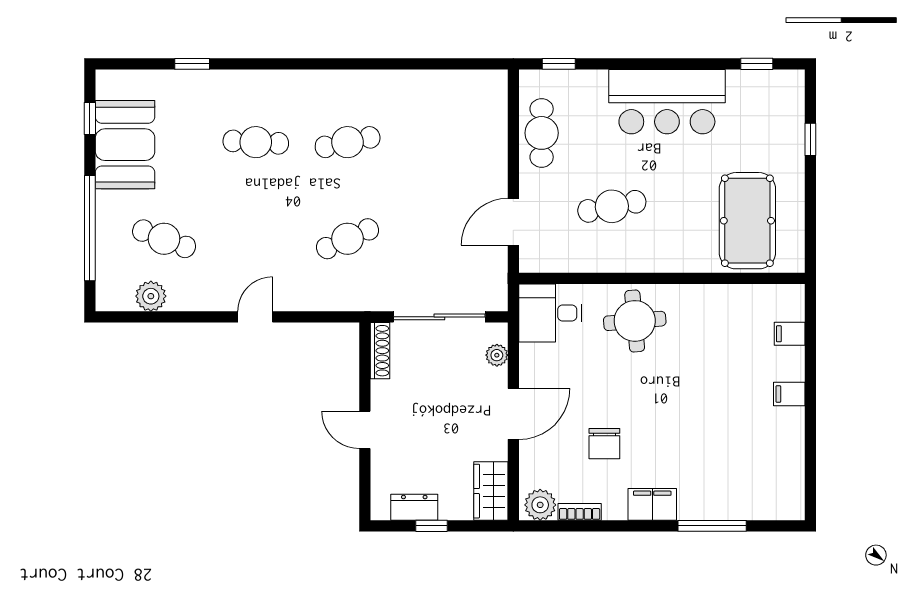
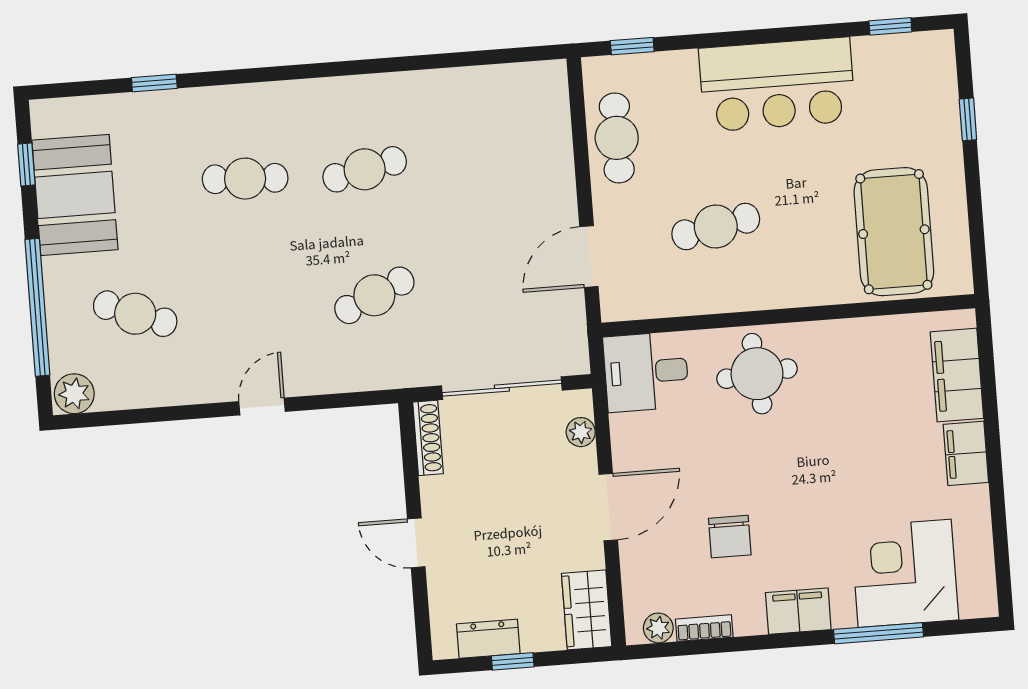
plant: (151, 296) -> (74, 394), moved
filing cabinet: (790, 334) -> (957, 375), width x3.00, depth x1.17
filing cabinet: (789, 394) -> (966, 453), width x2.00
corner desk: (736, 482) -> (905, 573), added
plant: (540, 505) -> (658, 628), width x0.73, depth x0.73

